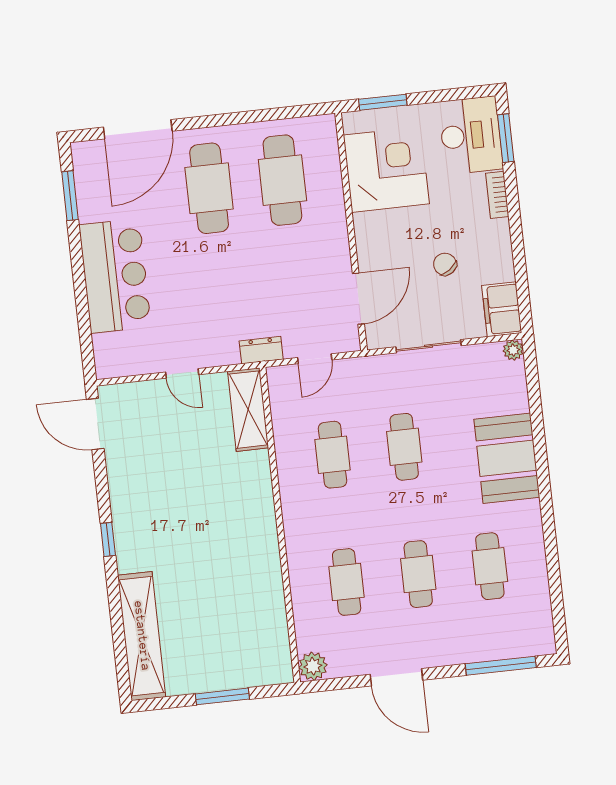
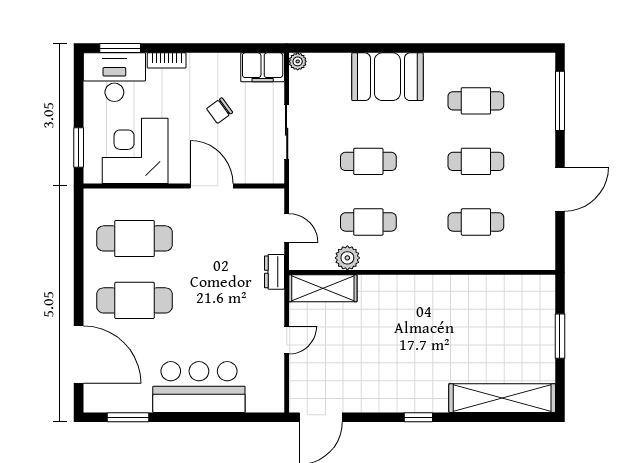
door: (358, 299) -> (212, 186), moved
plant: (313, 666) -> (347, 258), moved

